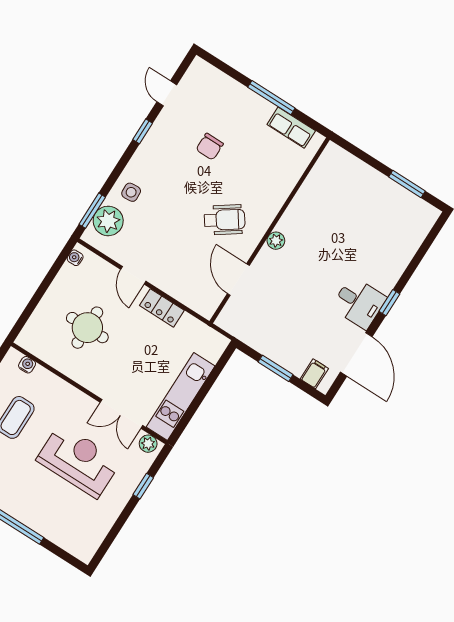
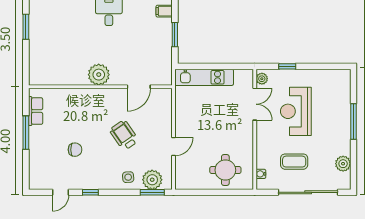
wheelchair: (224, 220) -> (124, 135), moved
plant: (276, 241) -> (99, 75), width x1.87, depth x1.87
water cooler: (75, 258) -> (184, 185), removed
locker: (162, 308) -> (182, 119), removed
round table: (87, 328) -> (225, 170), moved
kitchen unit: (181, 397) -> (204, 77), moved

